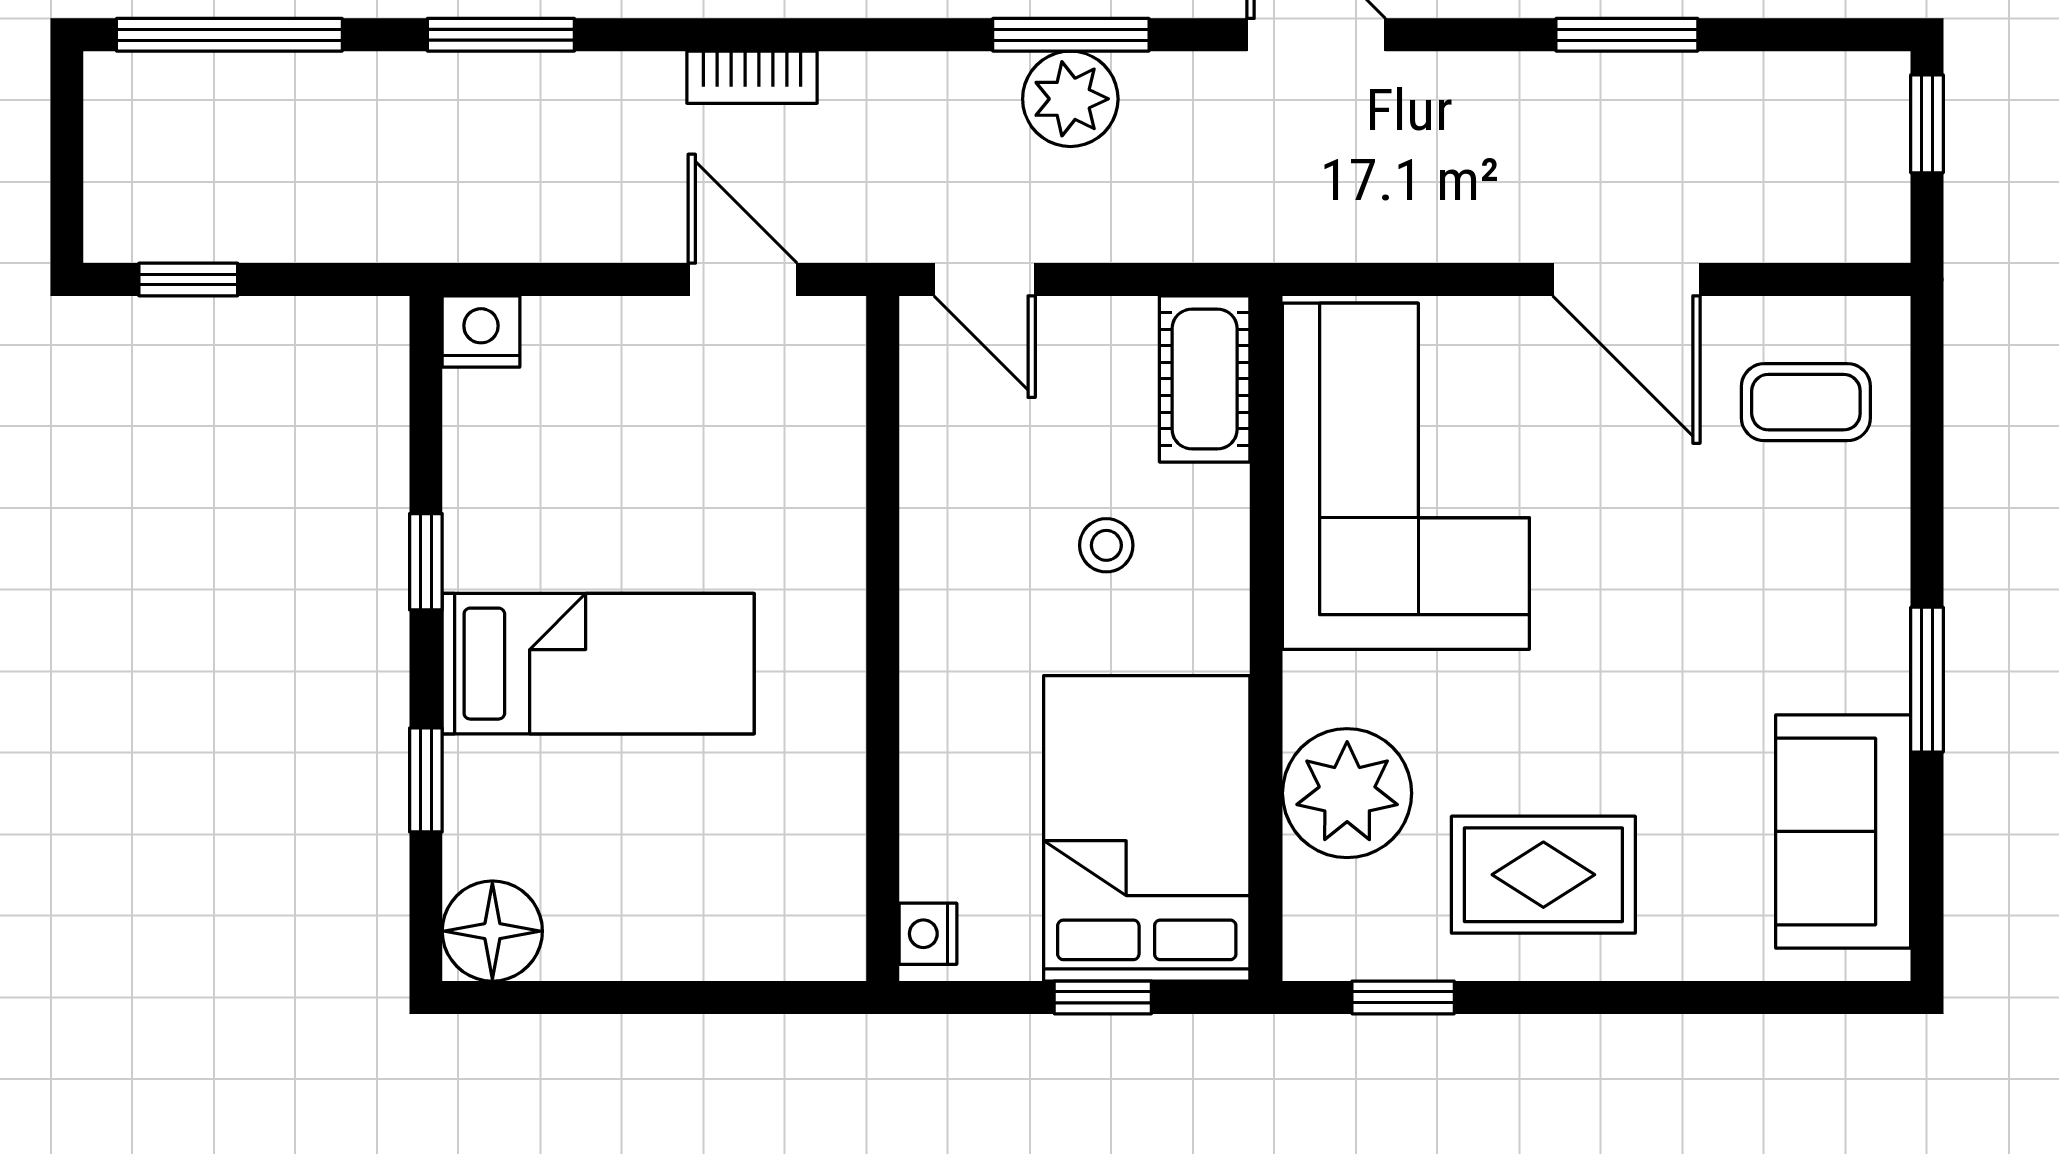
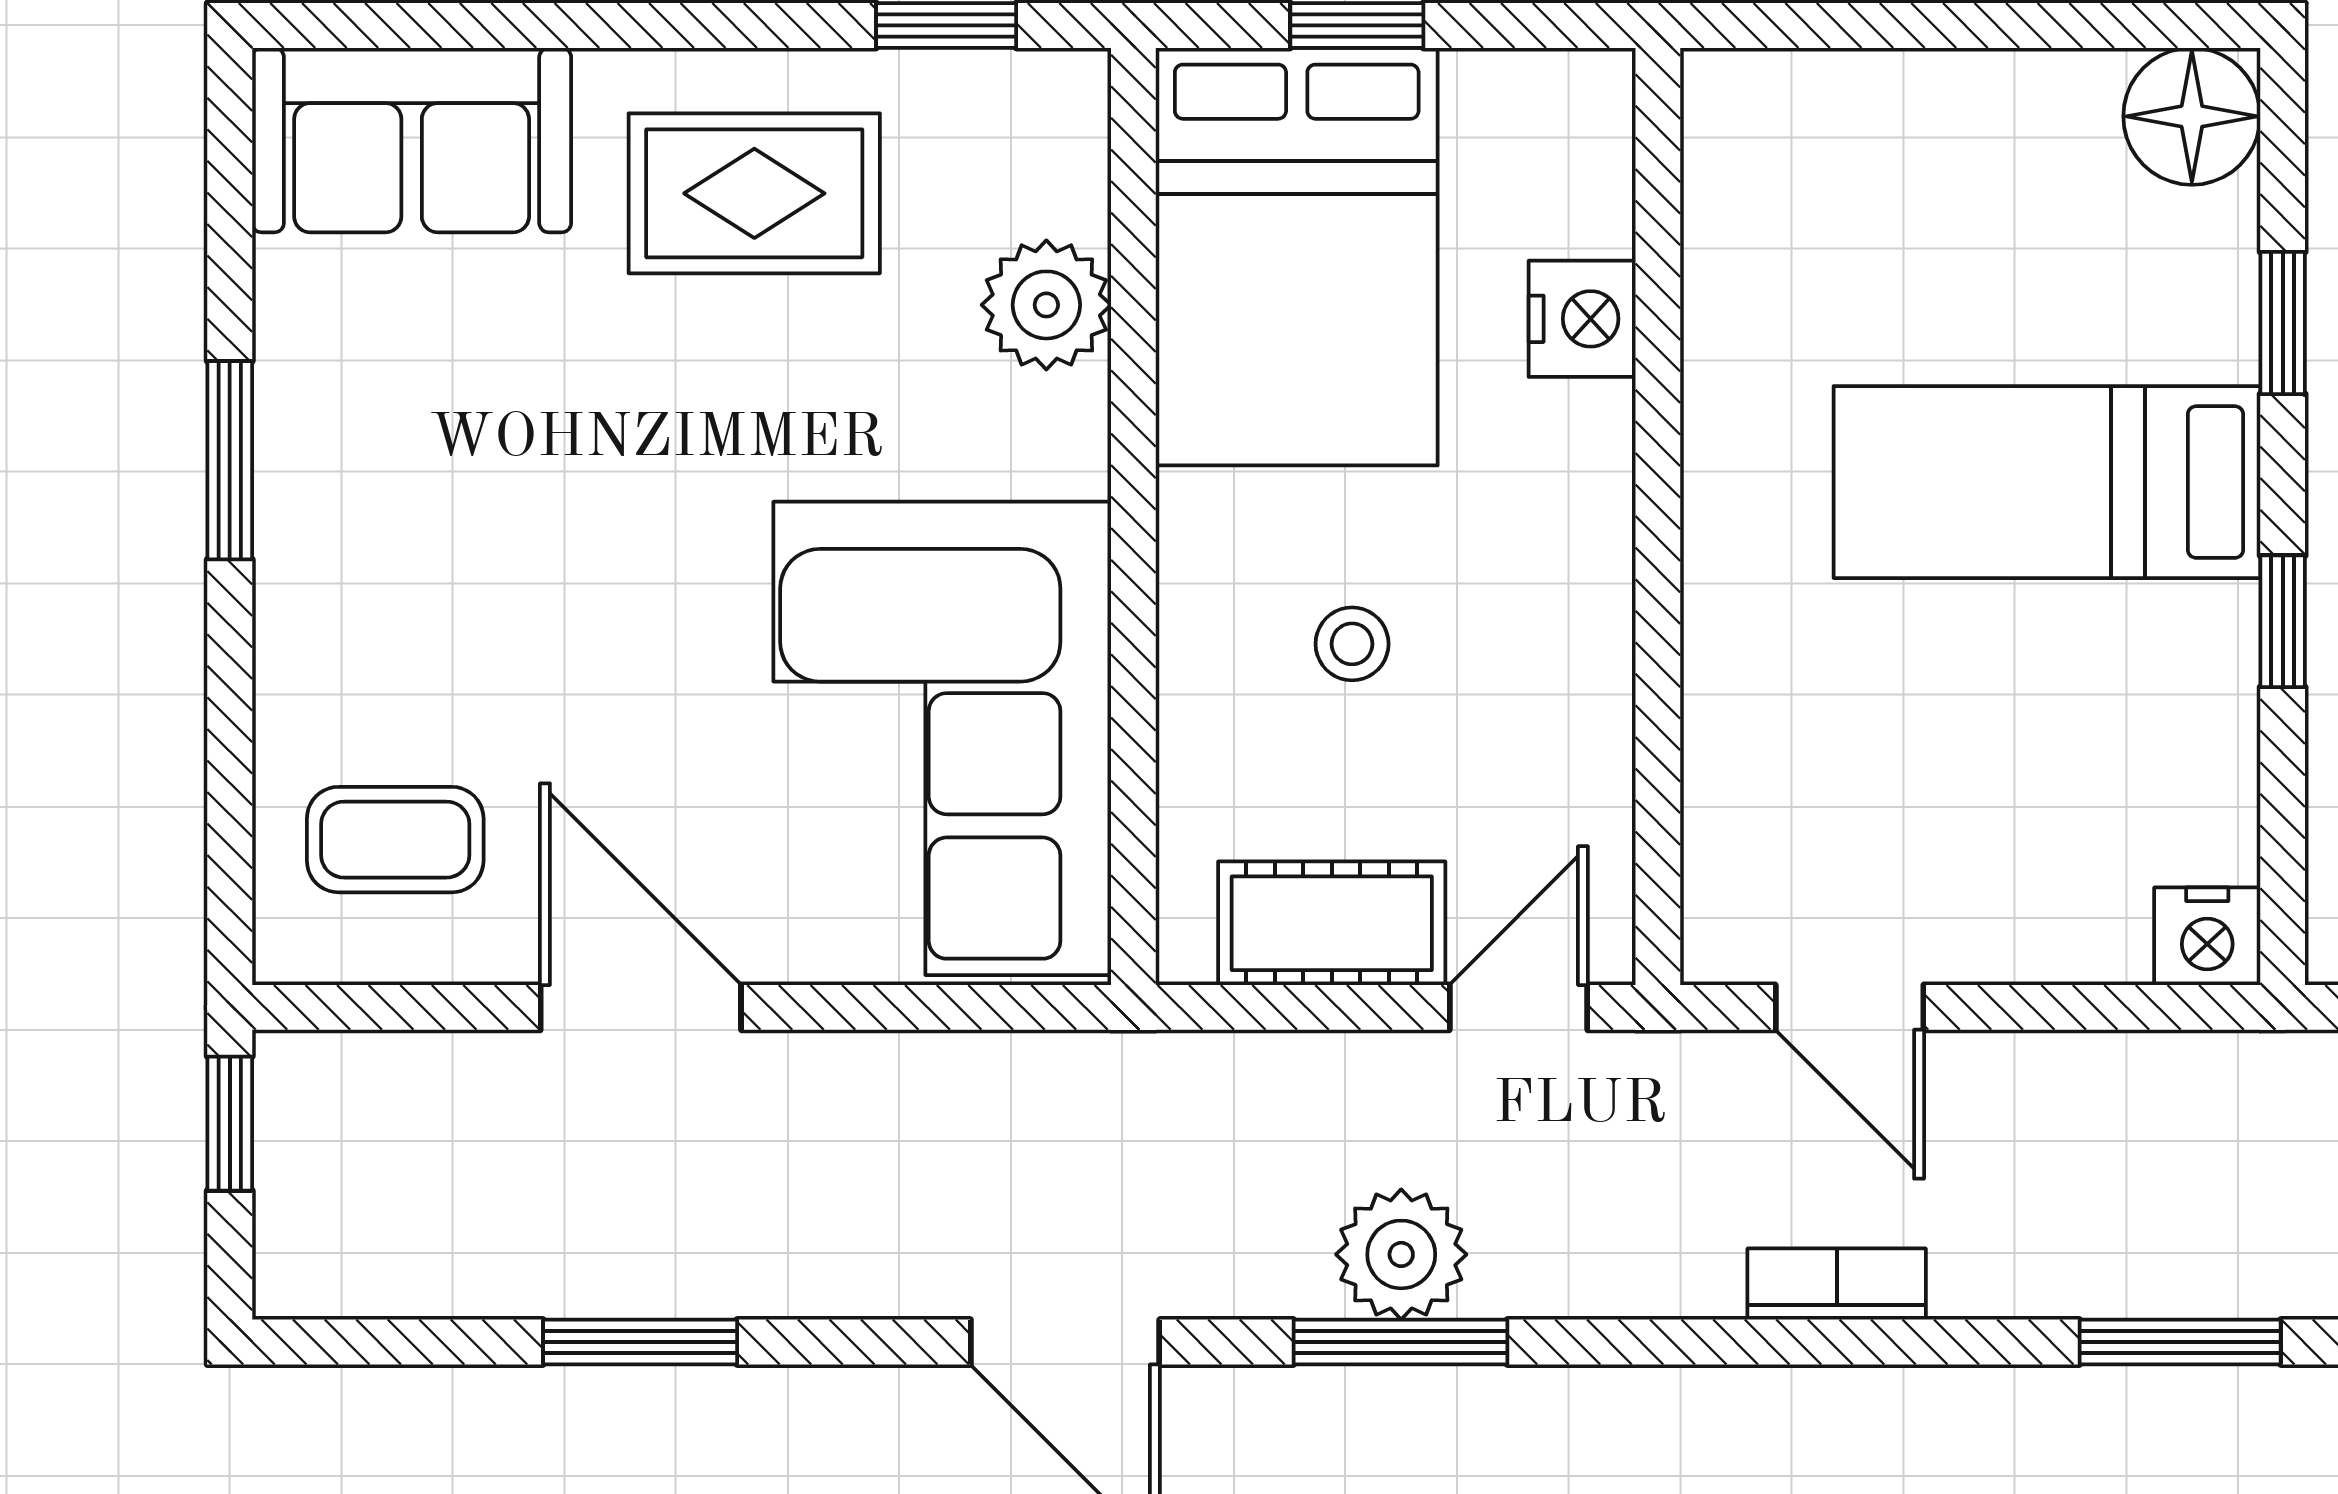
window: (1927, 124) -> (230, 1124), moved
door: (985, 280) -> (1518, 1007), hinge flipped
cot: (1205, 379) -> (1332, 923), moved, turned 90
plant: (1347, 793) -> (1046, 305), width x0.73, depth x0.73
sofa: (1843, 831) -> (412, 140), moved, turned 90
nightstand: (928, 934) -> (1582, 319), moved, width x1.39, depth x1.35

